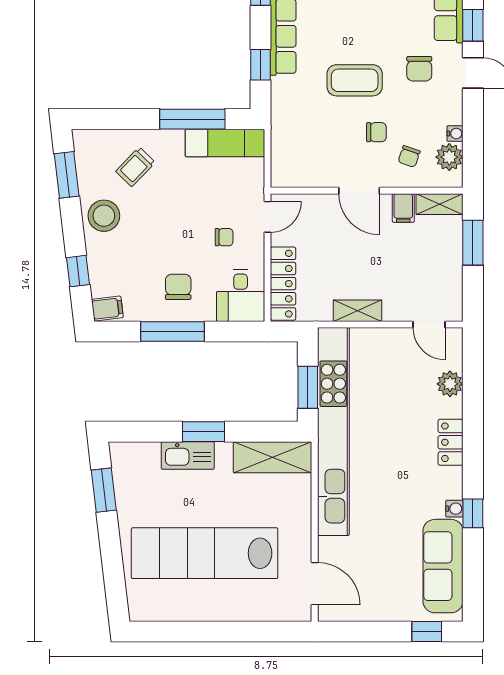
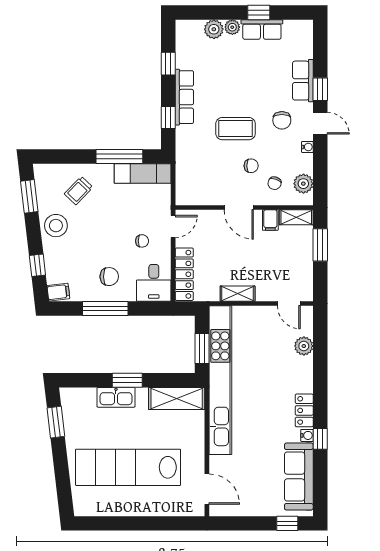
water cooler: (455, 134) -> (307, 147), moved
chair: (178, 287) -> (109, 277), turned 90
locker: (451, 442) -> (304, 410), moved

